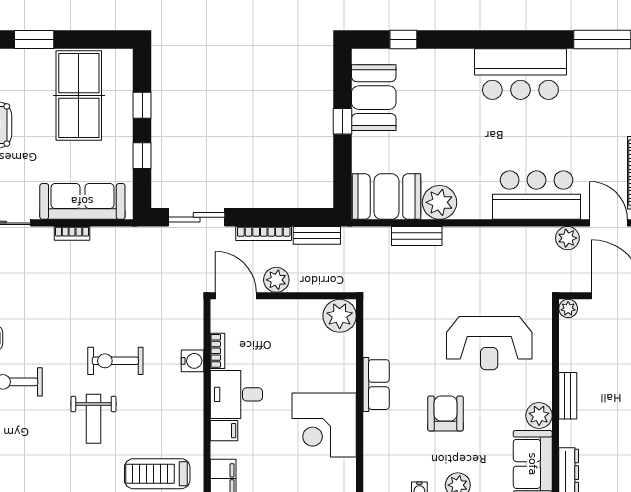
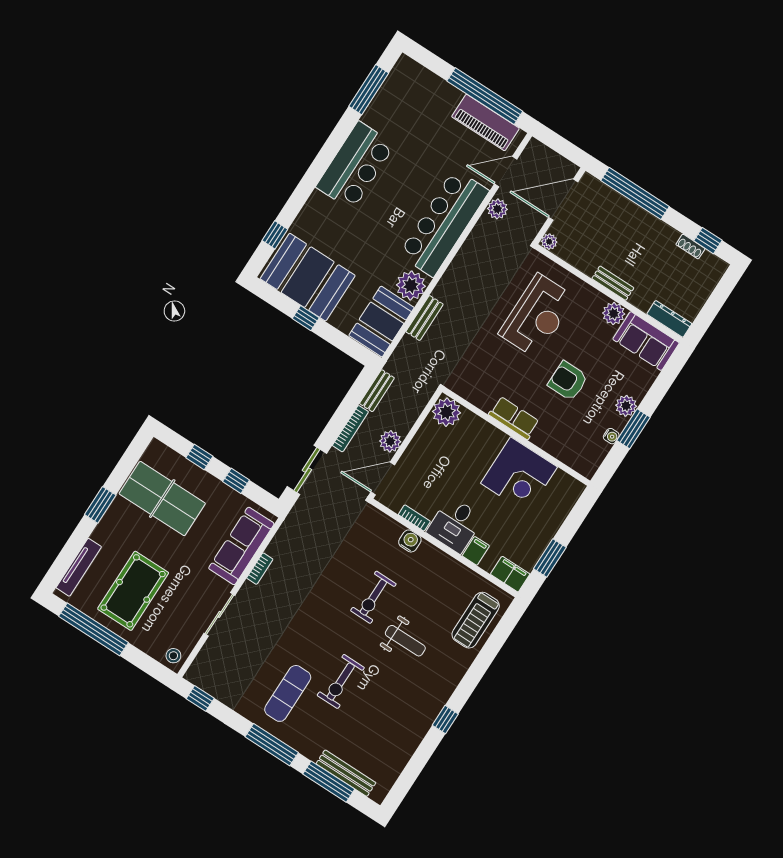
booth: (374, 98) -> (308, 277), width x1.36, depth x1.42
bar counter: (536, 195) -> (444, 223), width x1.36

